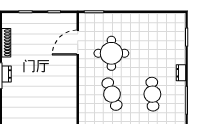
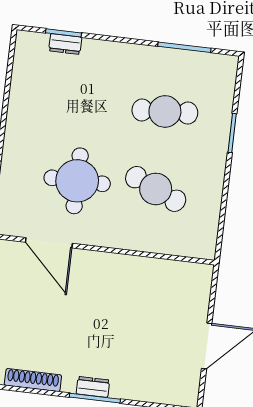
dresser: (181, 73) -> (65, 44), moved
cafe table: (112, 94) -> (156, 189), turned 45

